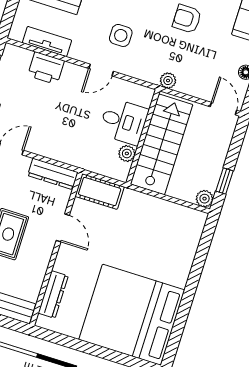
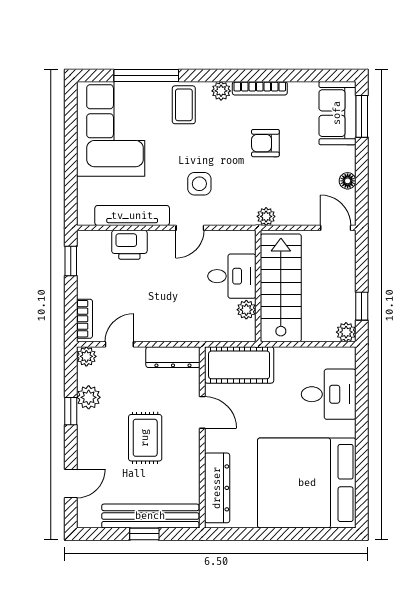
tv unit: (47, 41) -> (132, 216), width x1.41
cot: (100, 192) -> (239, 365), width x1.37, depth x1.34
desk: (174, 246) -> (329, 394), added
dresser: (53, 295) -> (217, 488), width x1.37, depth x1.24

